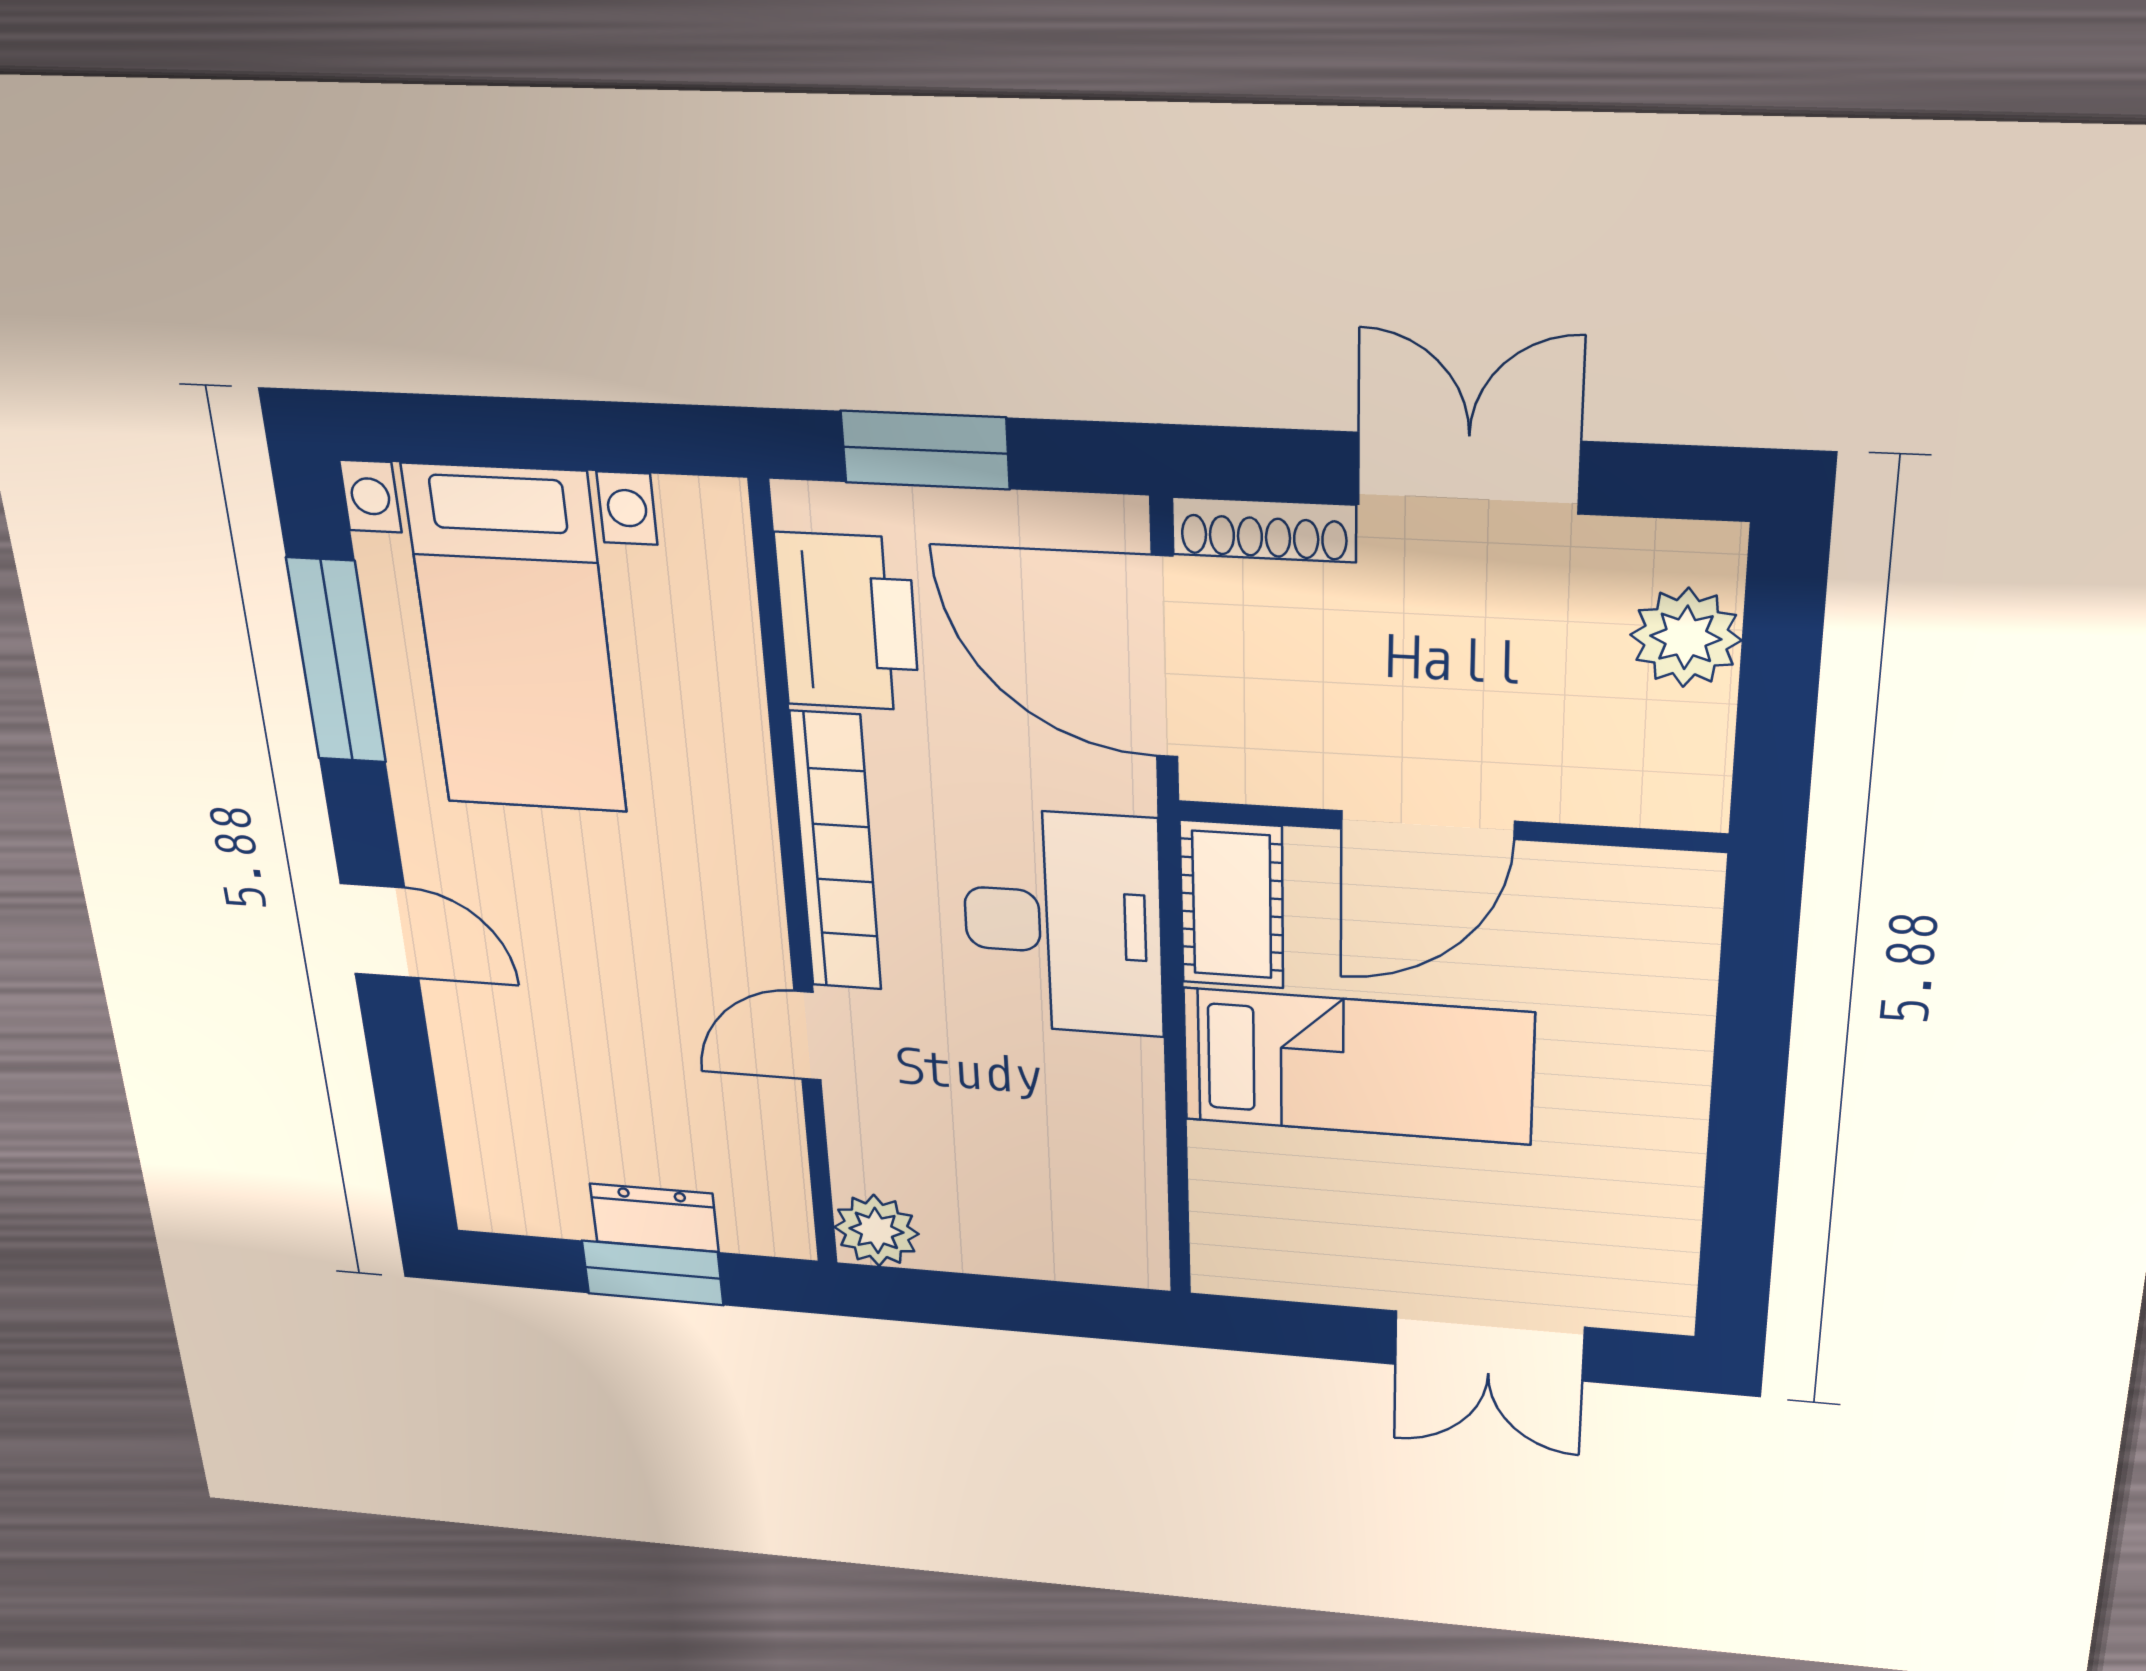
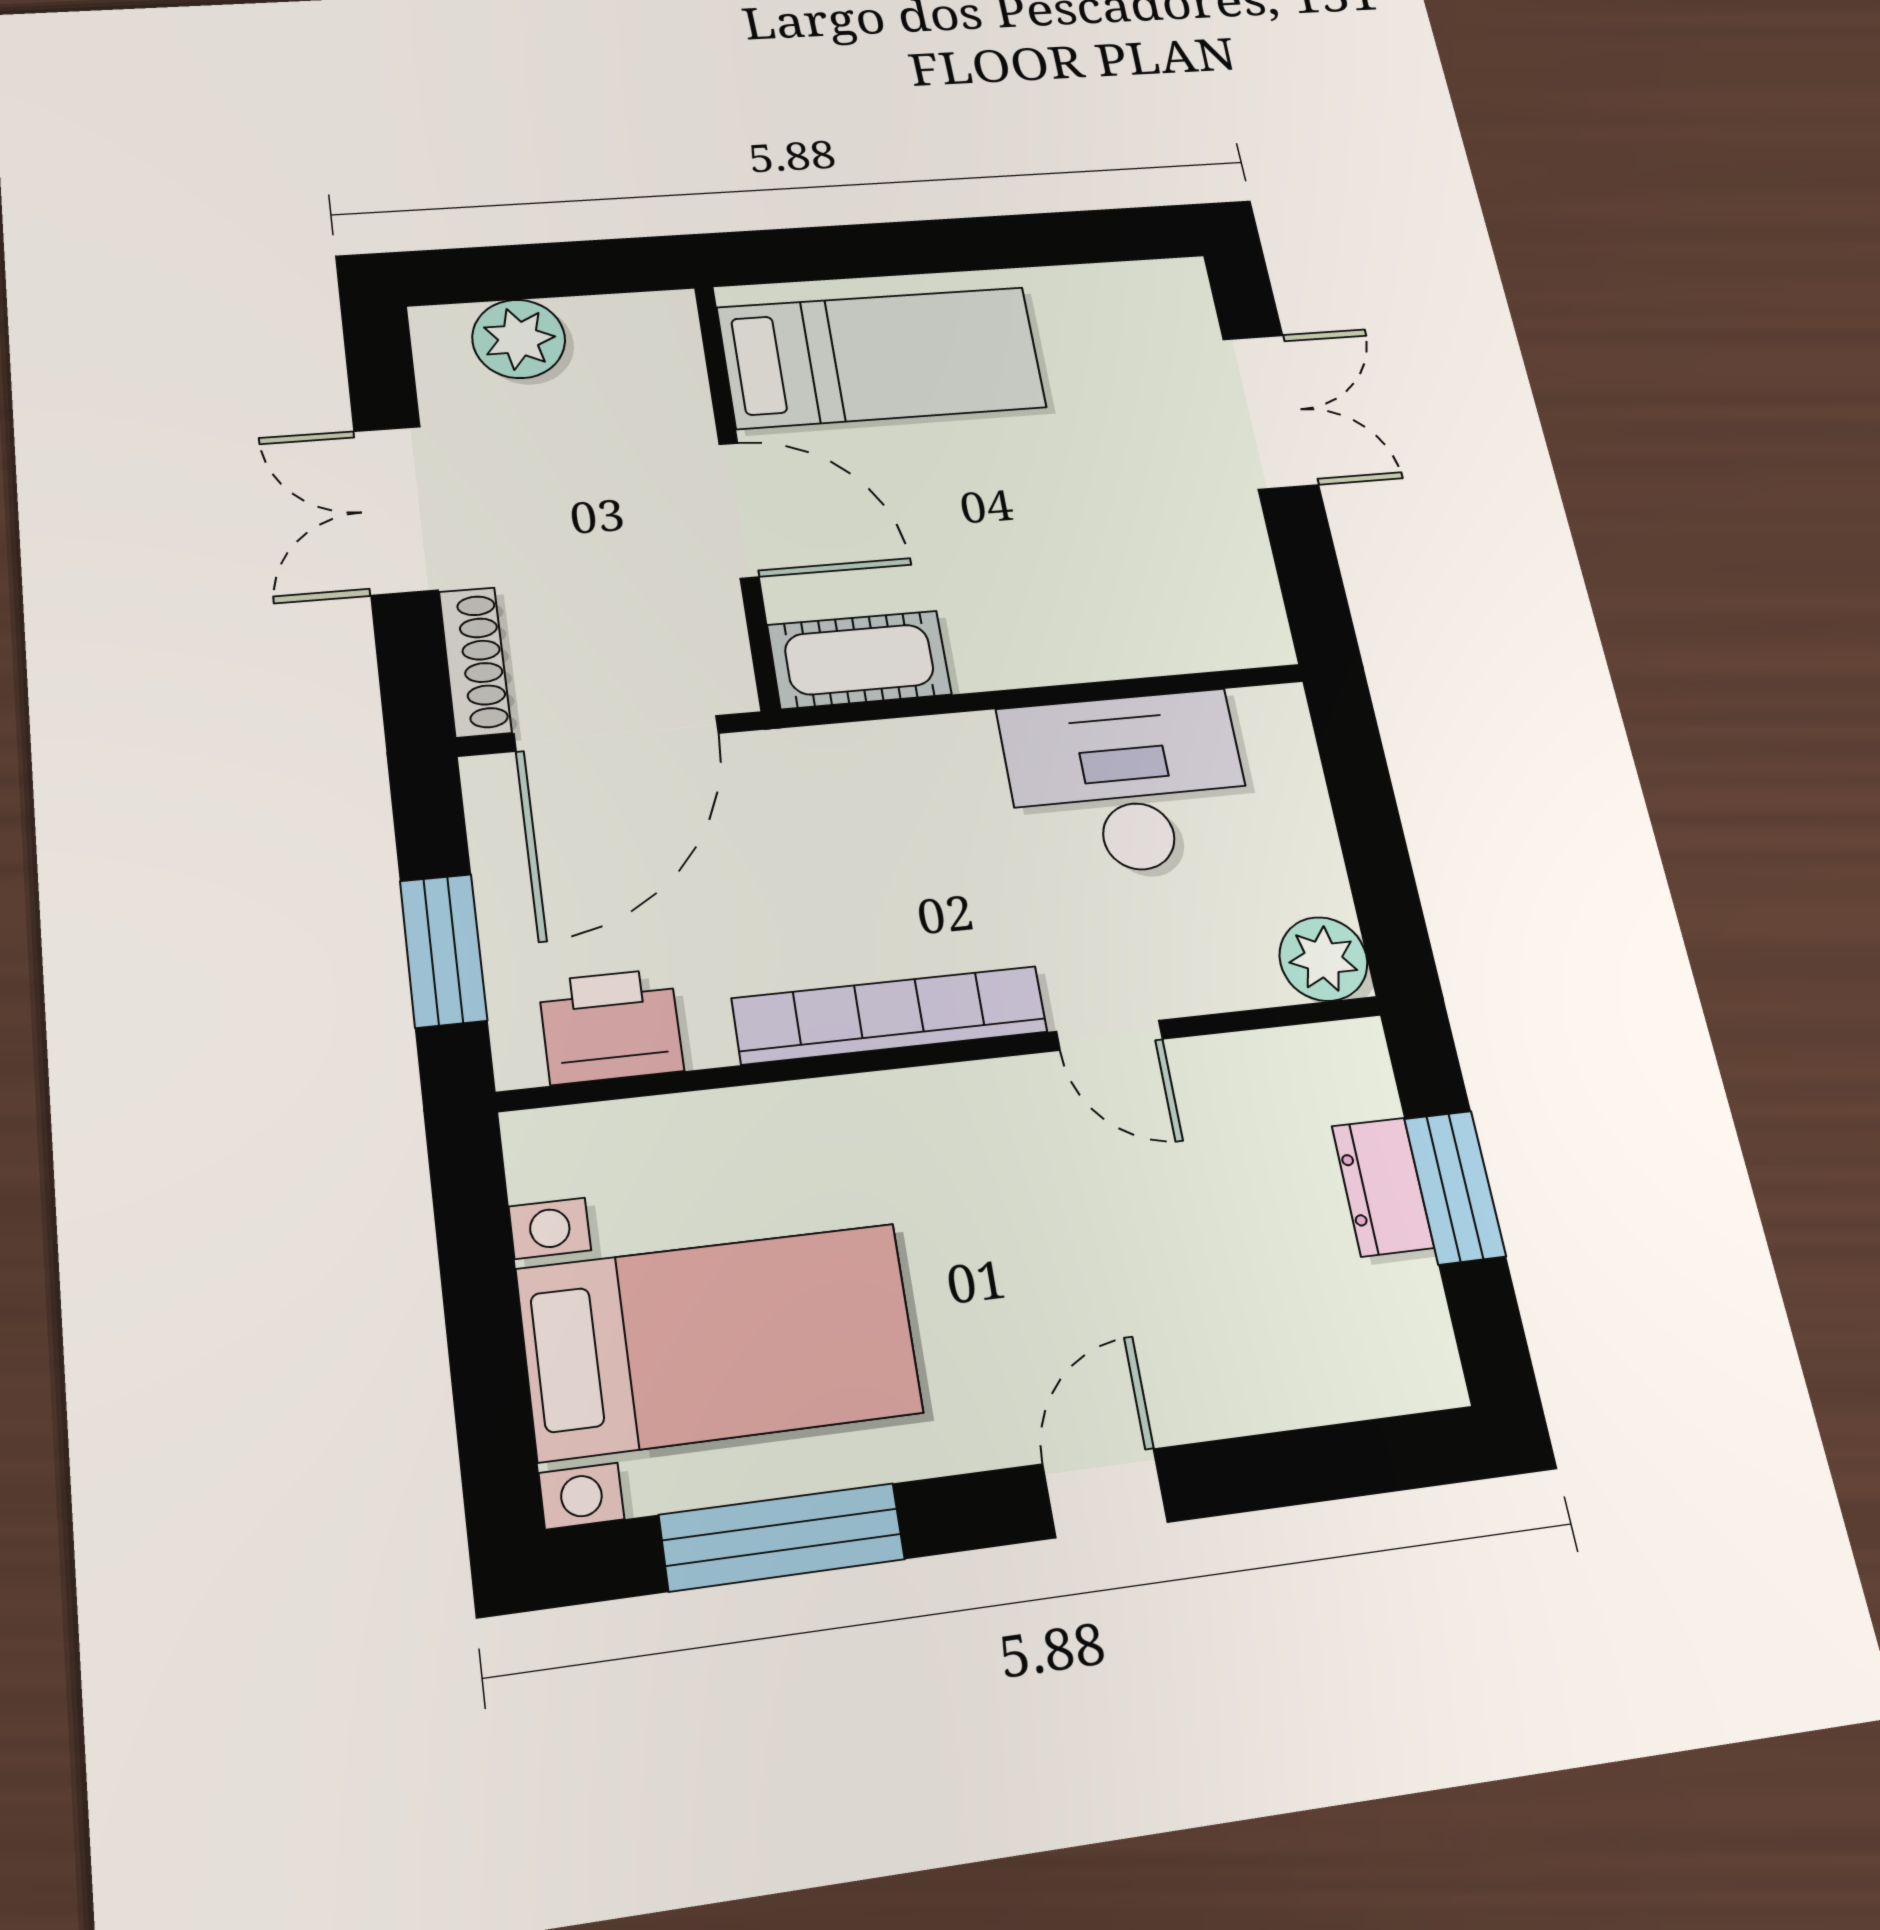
printer: (848, 622) -> (611, 1026), width x0.73, depth x0.84
desk: (1063, 923) -> (1128, 783), moved
bed: (1357, 1066) -> (882, 357), moved, turned 90

